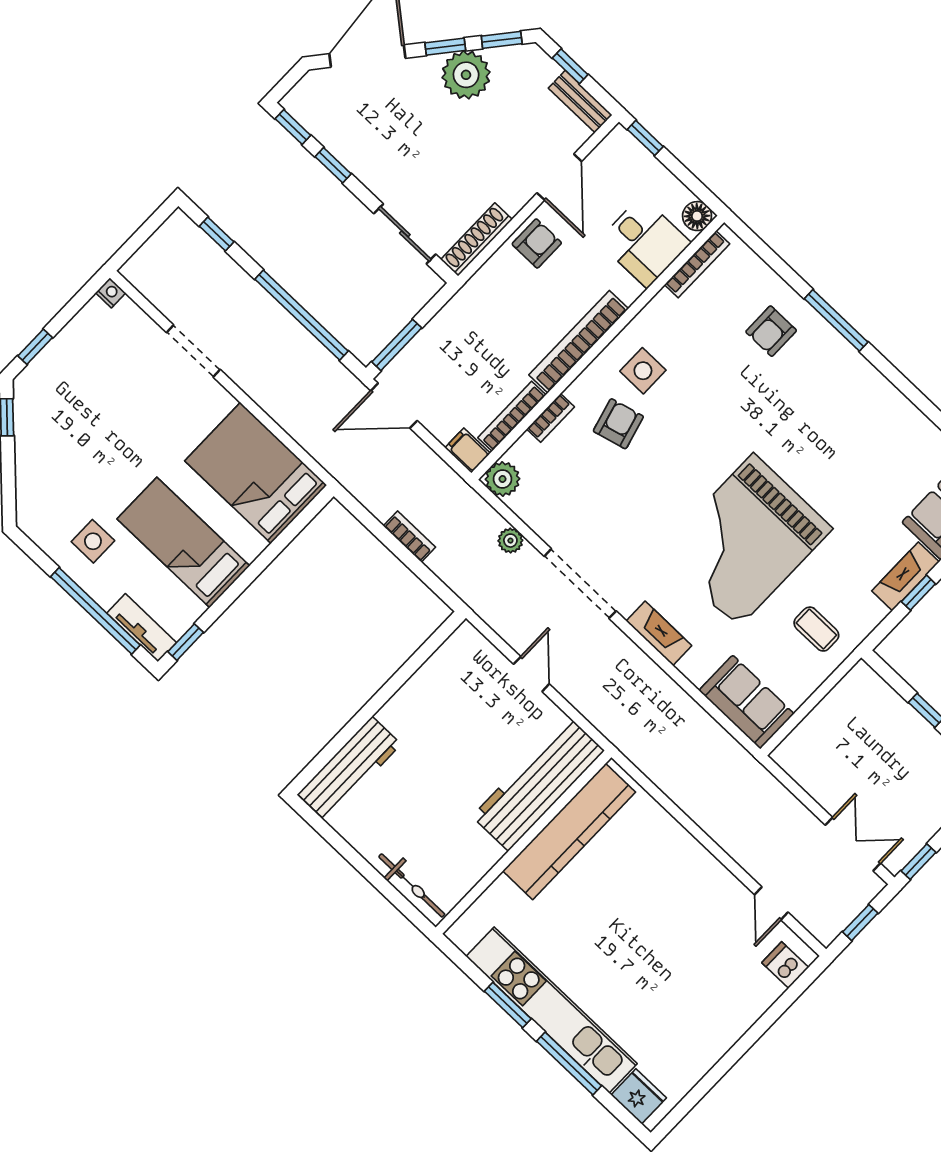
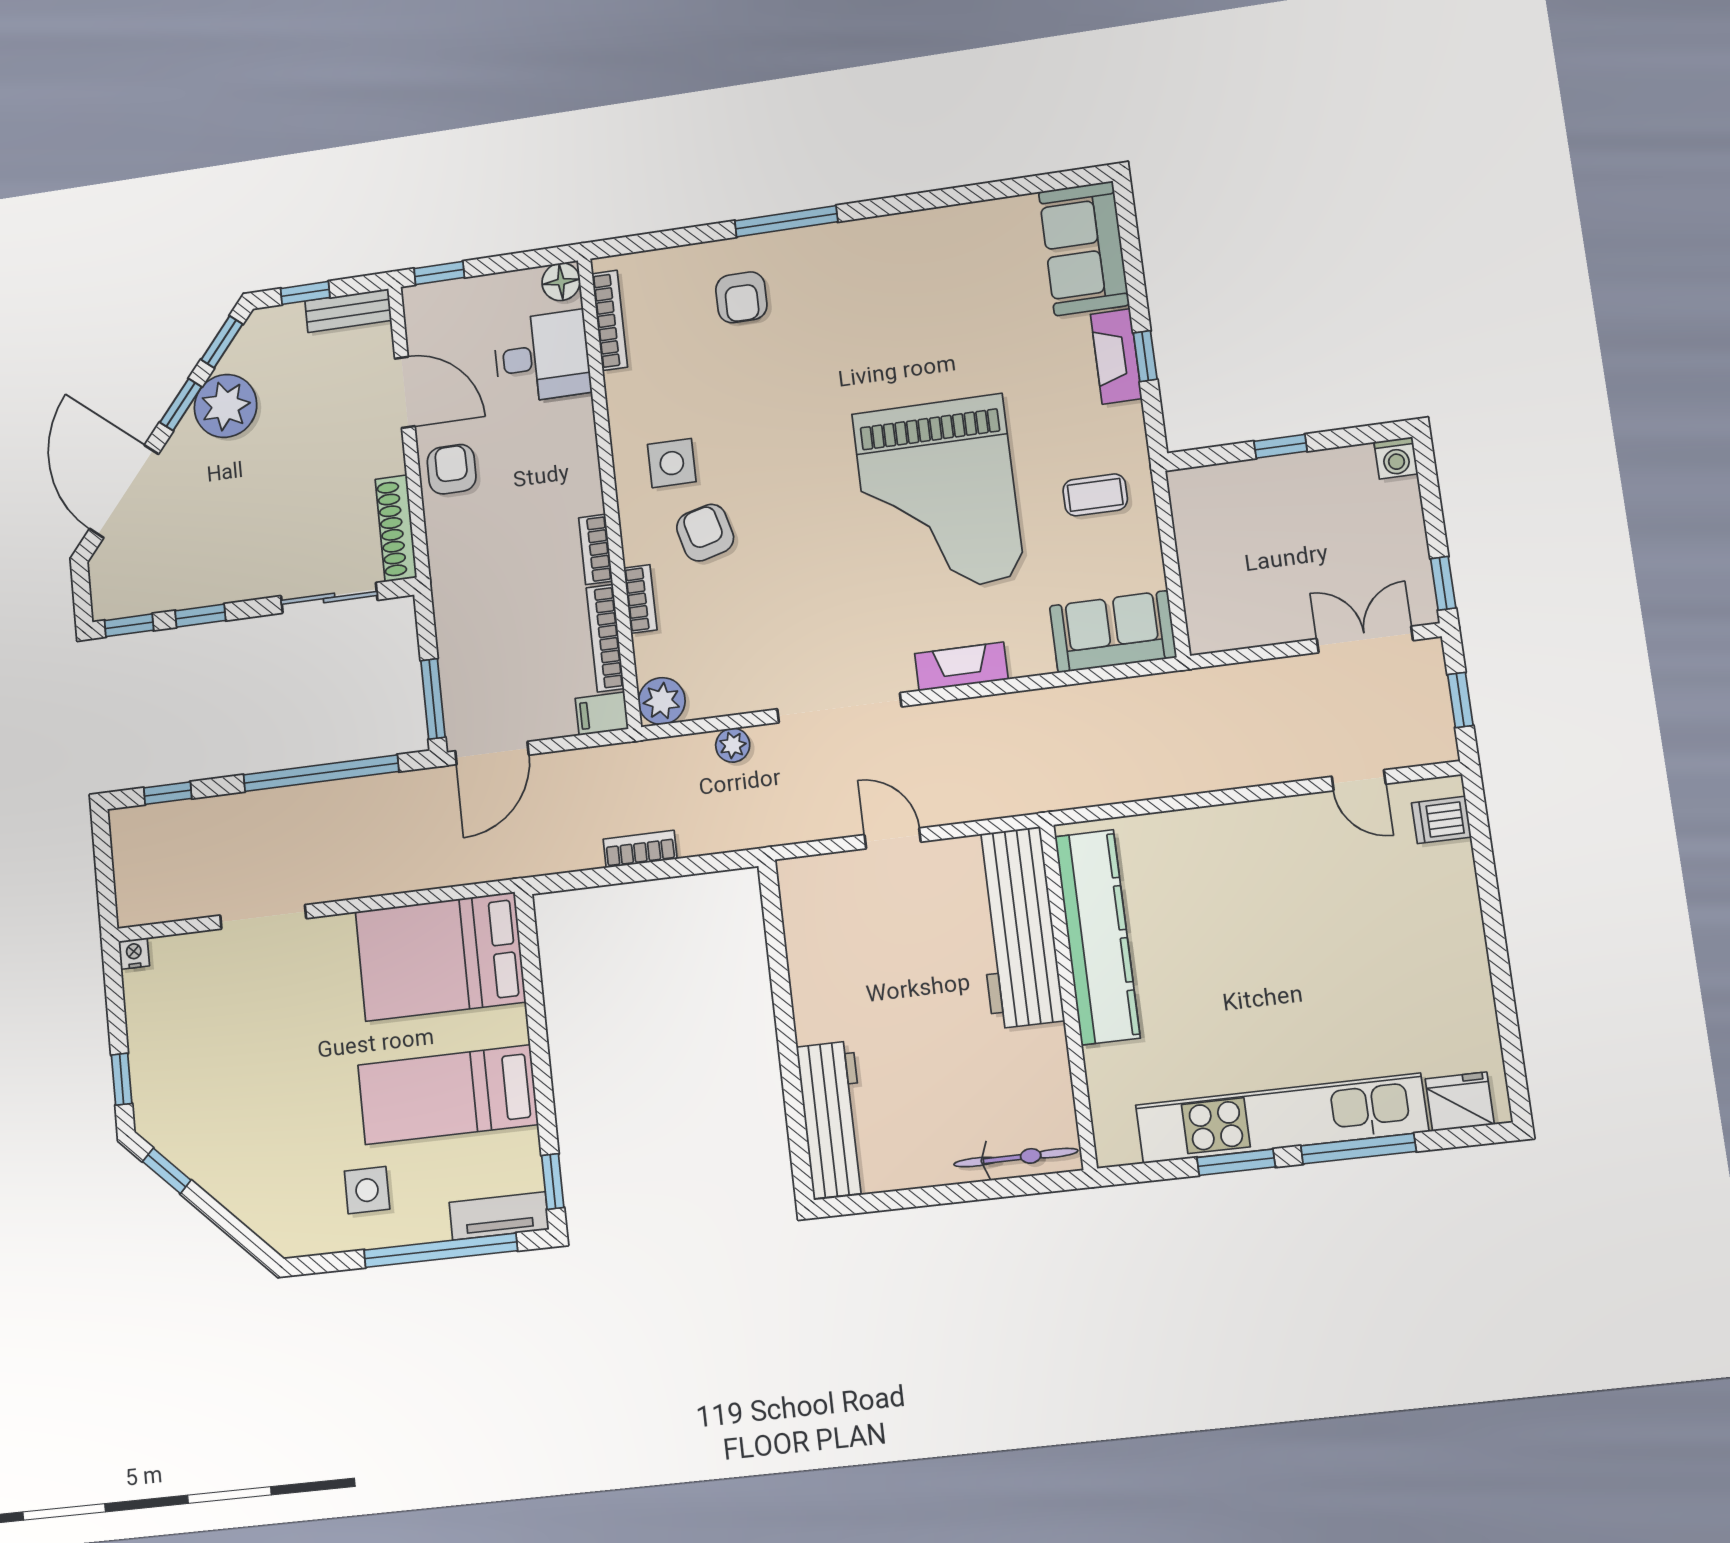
bookcase: (579, 342) -> (595, 549), width x0.43, depth x0.76

